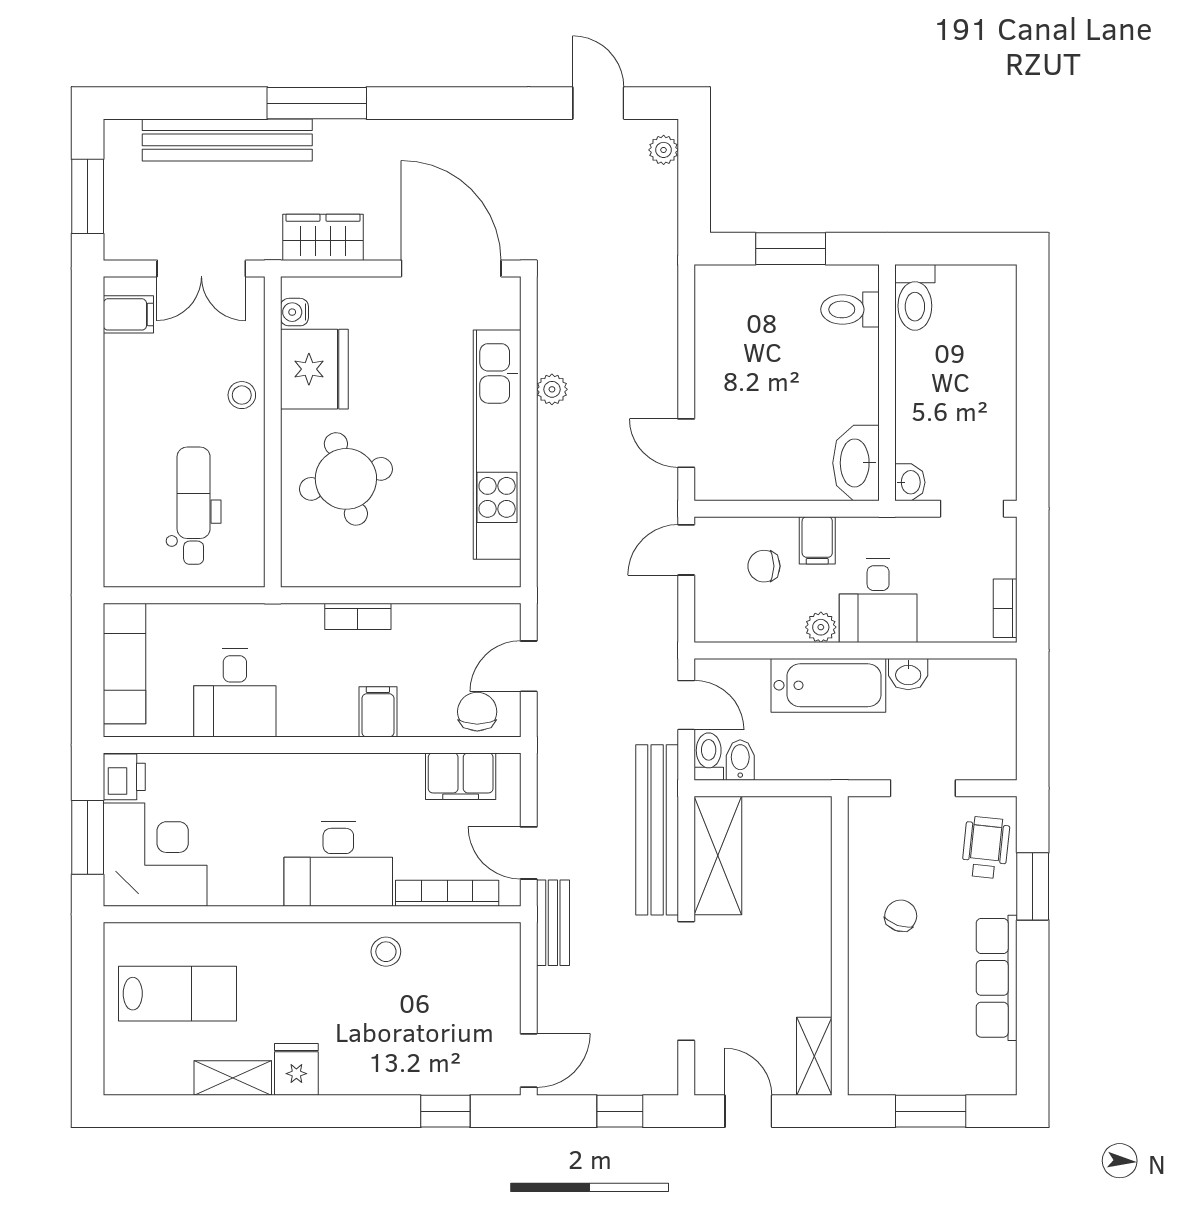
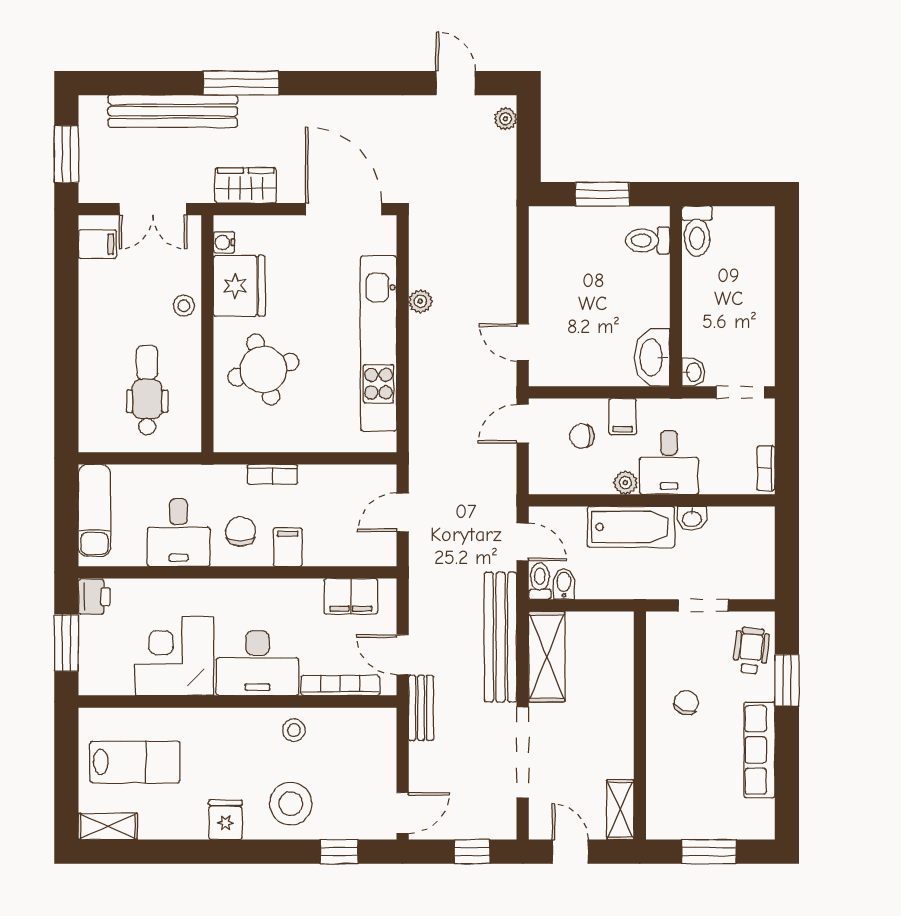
chair: (477, 712) -> (241, 531), moved
corner desk: (155, 855) -> (174, 656), moved, turned -90
stool: (382, 1048) -> (291, 804), added
shelving: (233, 1078) -> (108, 826), moved

